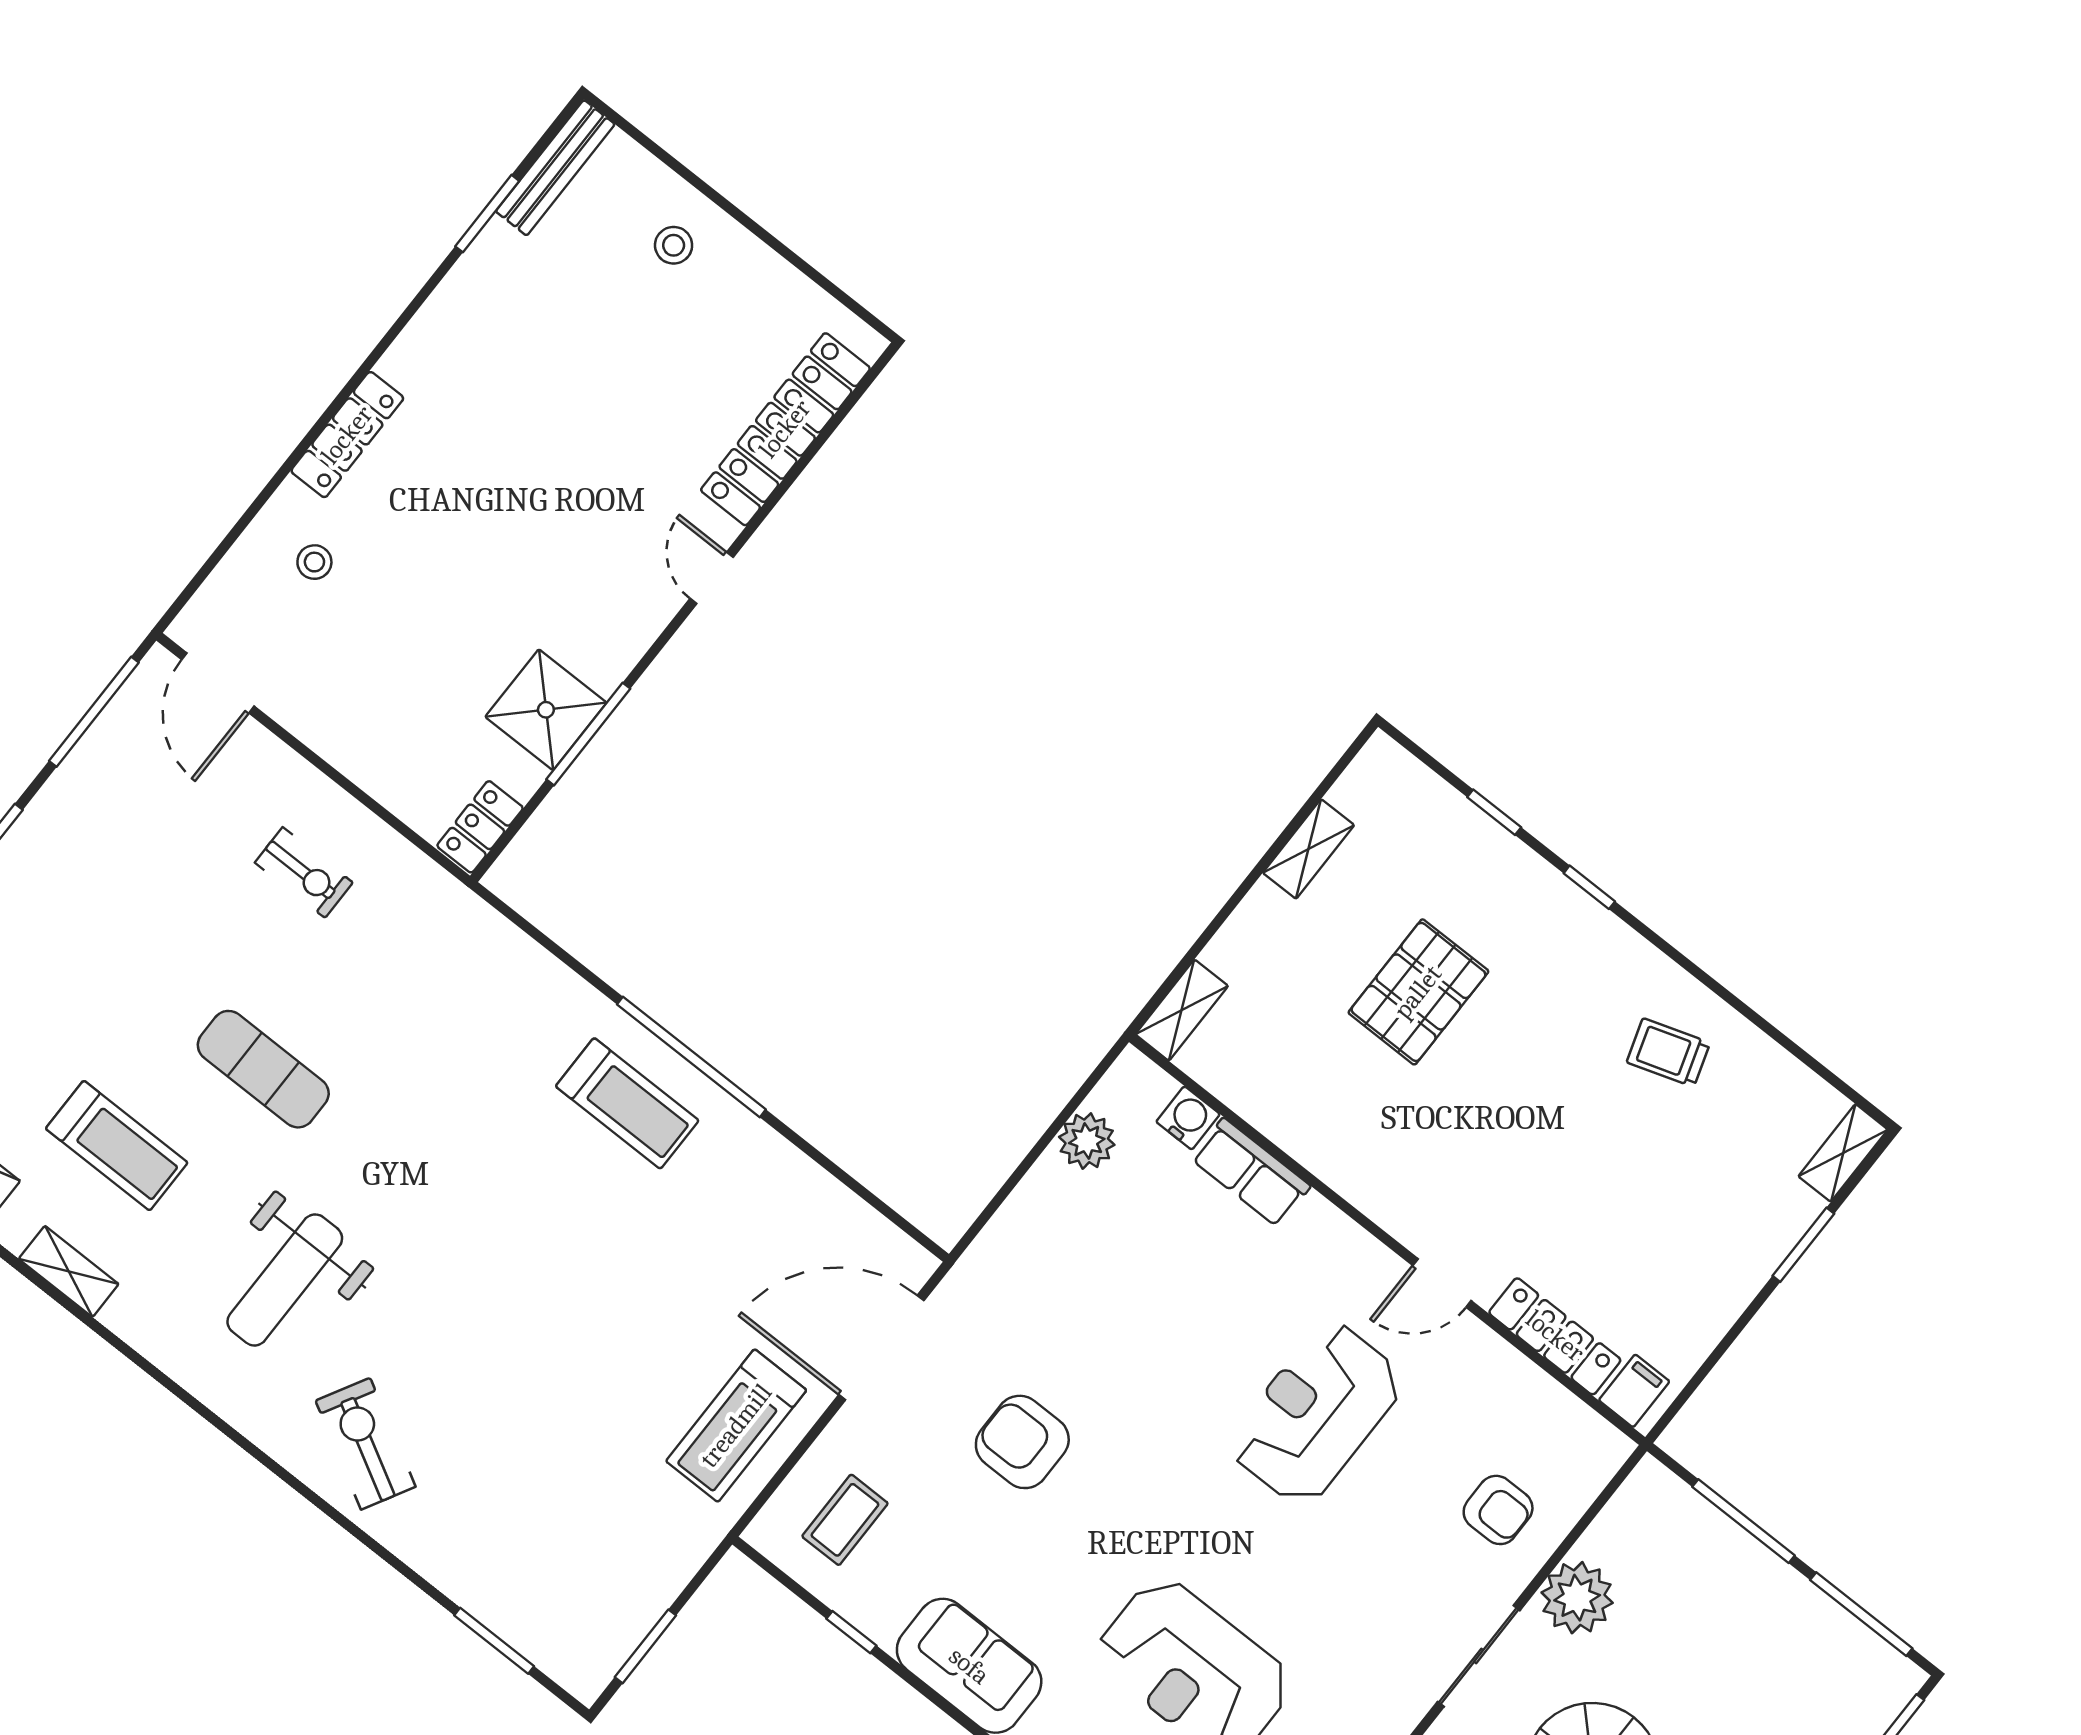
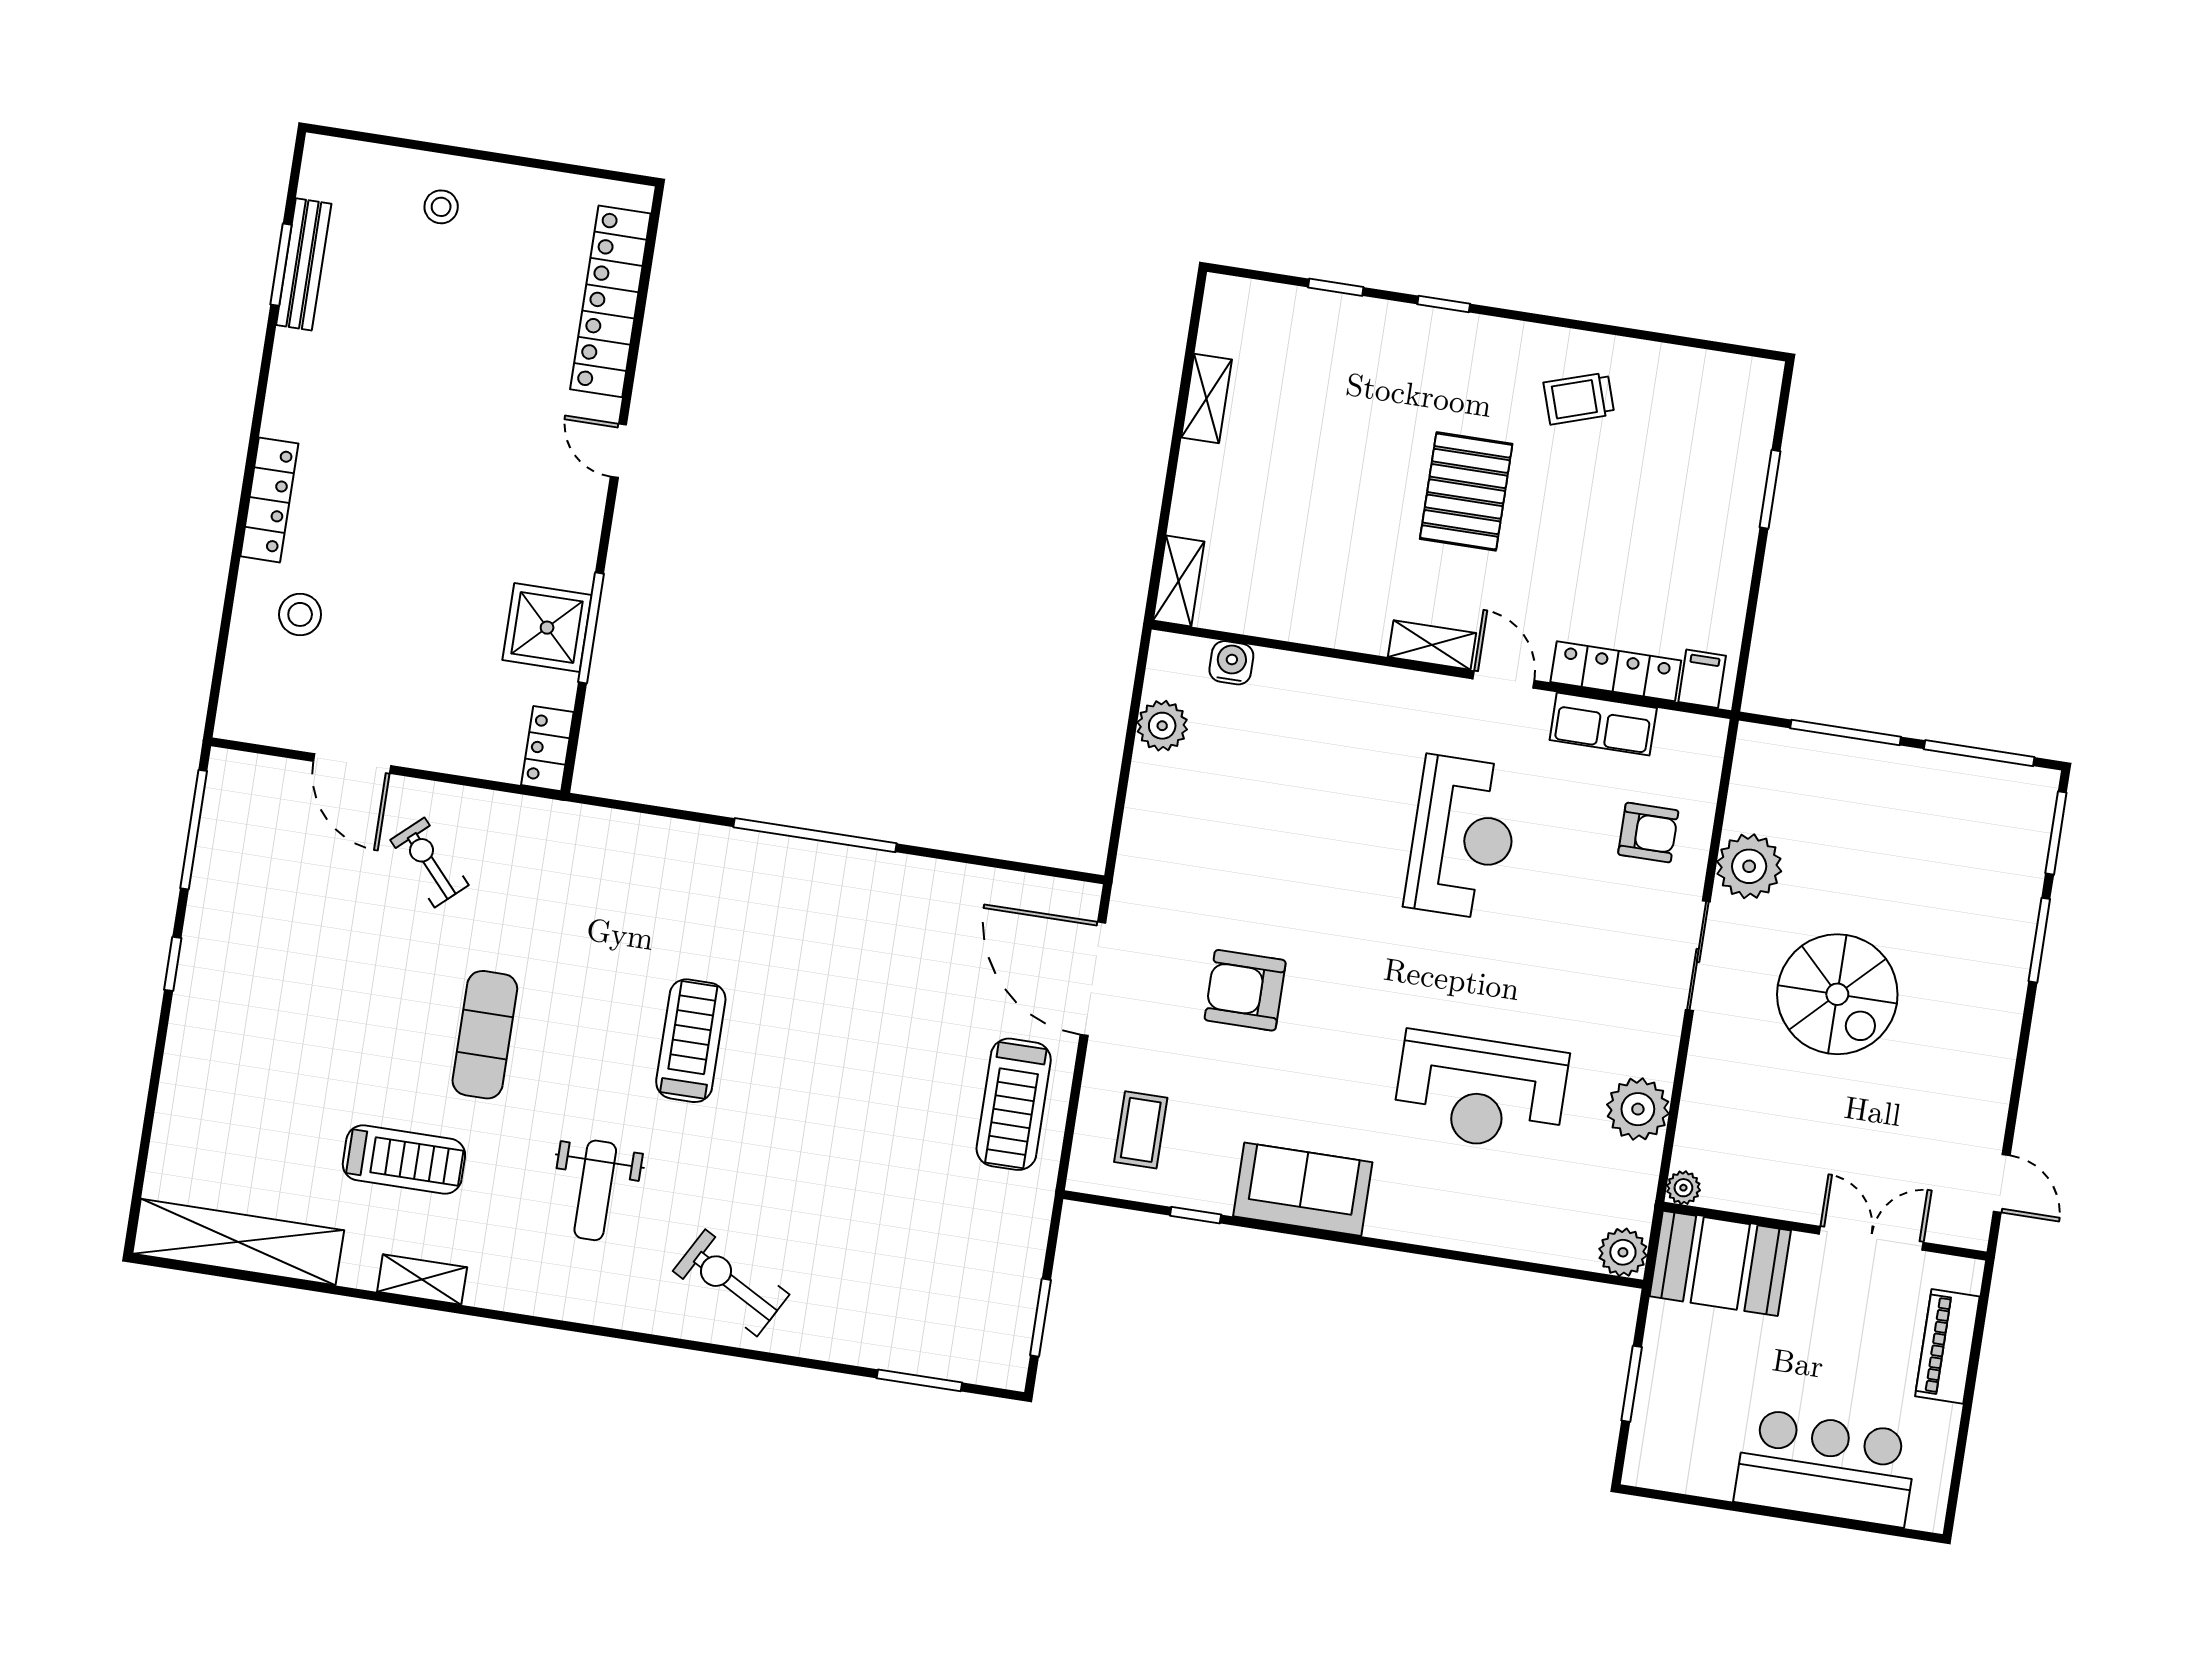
bench: (555, 168) -> (304, 264), moved
stool: (314, 562) -> (300, 614), width x1.37, depth x1.37
door: (218, 683) -> (352, 763), moved
exercise bike: (304, 873) -> (429, 863), turned -132
pallet: (1418, 992) -> (1466, 491), moved
exercise mat: (263, 1069) -> (485, 1035), turned 90
treadmill: (627, 1103) -> (691, 1041), moved, turned -90
shelving: (1843, 1153) -> (1432, 645), moved, turned 90
row of seats: (1251, 1172) -> (1603, 724), moved
weight bench: (285, 1280) -> (595, 1190), width x0.73, depth x0.75
door: (1442, 1283) -> (1504, 680), swing flipped
door: (881, 1348) -> (1093, 979), hinge flipped
reception desk: (1316, 1413) -> (1463, 837), turned 180

